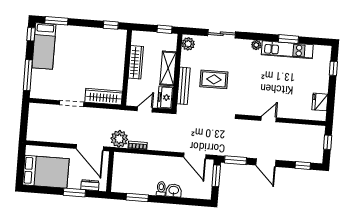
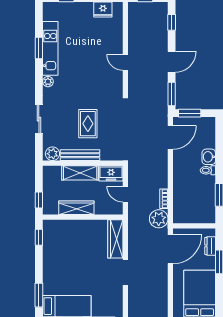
window: (164, 29) -> (39, 200), moved
bench: (183, 86) -> (80, 155), moved

